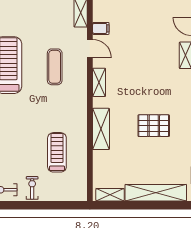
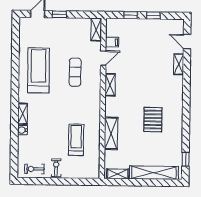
door: (90, 49) -> (103, 58), hinge flipped
pallet: (154, 126) -> (153, 120), turned 90
shelving: (101, 129) -> (111, 133), moved

